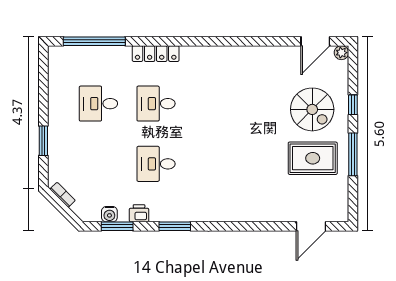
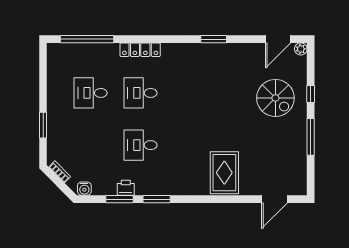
window: (241, 41) -> (214, 39), added
rug: (313, 158) -> (224, 173), moved, turned 90
water cooler: (109, 214) -> (84, 189), moved
window: (117, 226) -> (119, 199), moved

